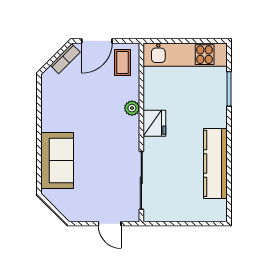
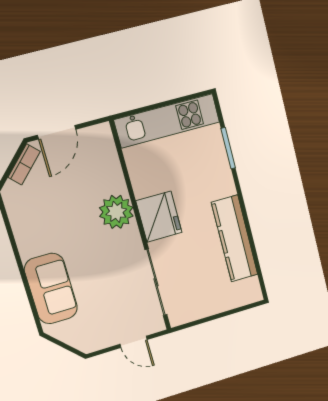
coffee table: (123, 63) -> (95, 150), removed
plant: (132, 108) -> (116, 212), width x1.87, depth x1.87
fridge: (154, 123) -> (159, 217), width x1.36, depth x1.34

